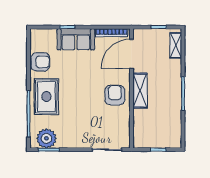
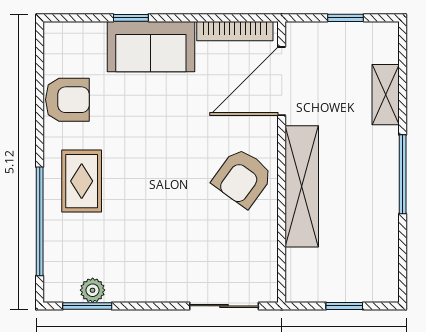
shelving: (176, 45) -> (386, 95), moved
shelving: (140, 91) -> (302, 186), width x1.47
armchair: (115, 95) -> (243, 178), turned -144
rug: (46, 97) -> (82, 181), width x0.73, depth x0.70
plant: (46, 138) -> (93, 290), width x0.53, depth x0.53

